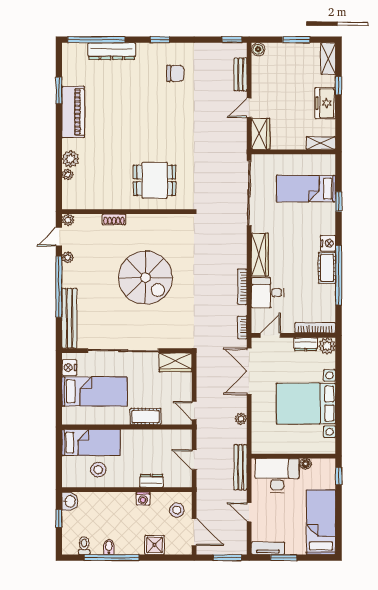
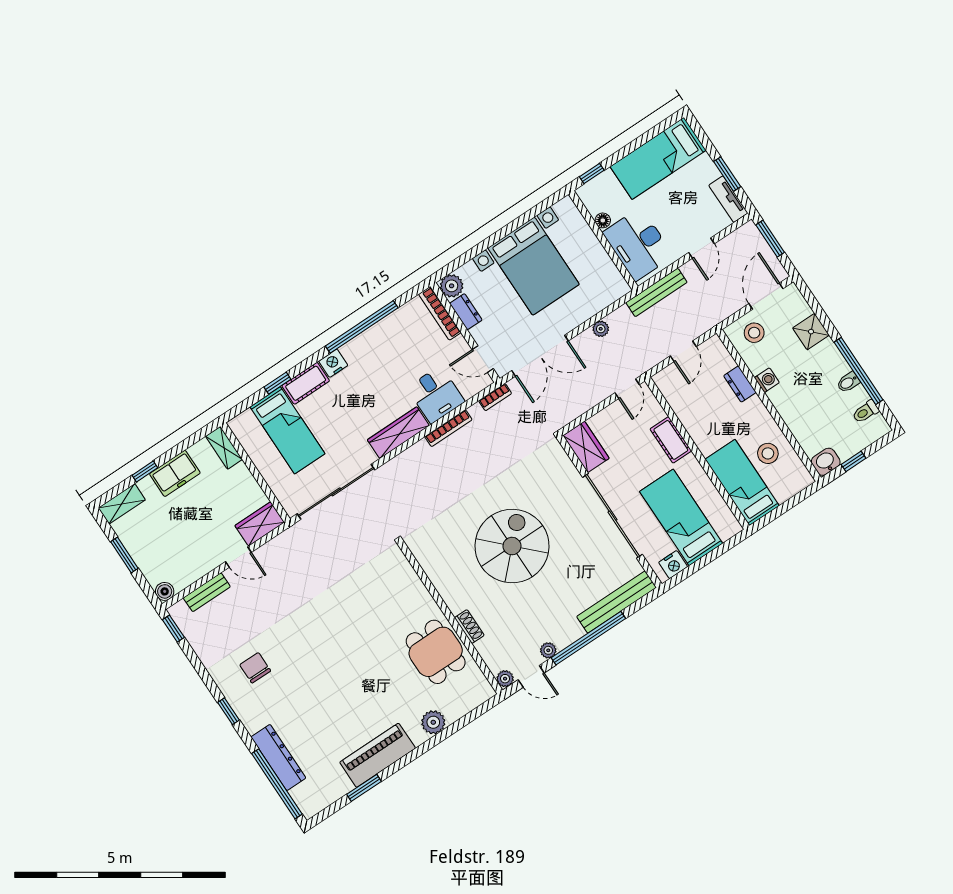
plant: (68, 175) -> (453, 714), removed
dining table: (155, 180) -> (436, 652), moved
cot: (327, 268) -> (306, 383), moved

